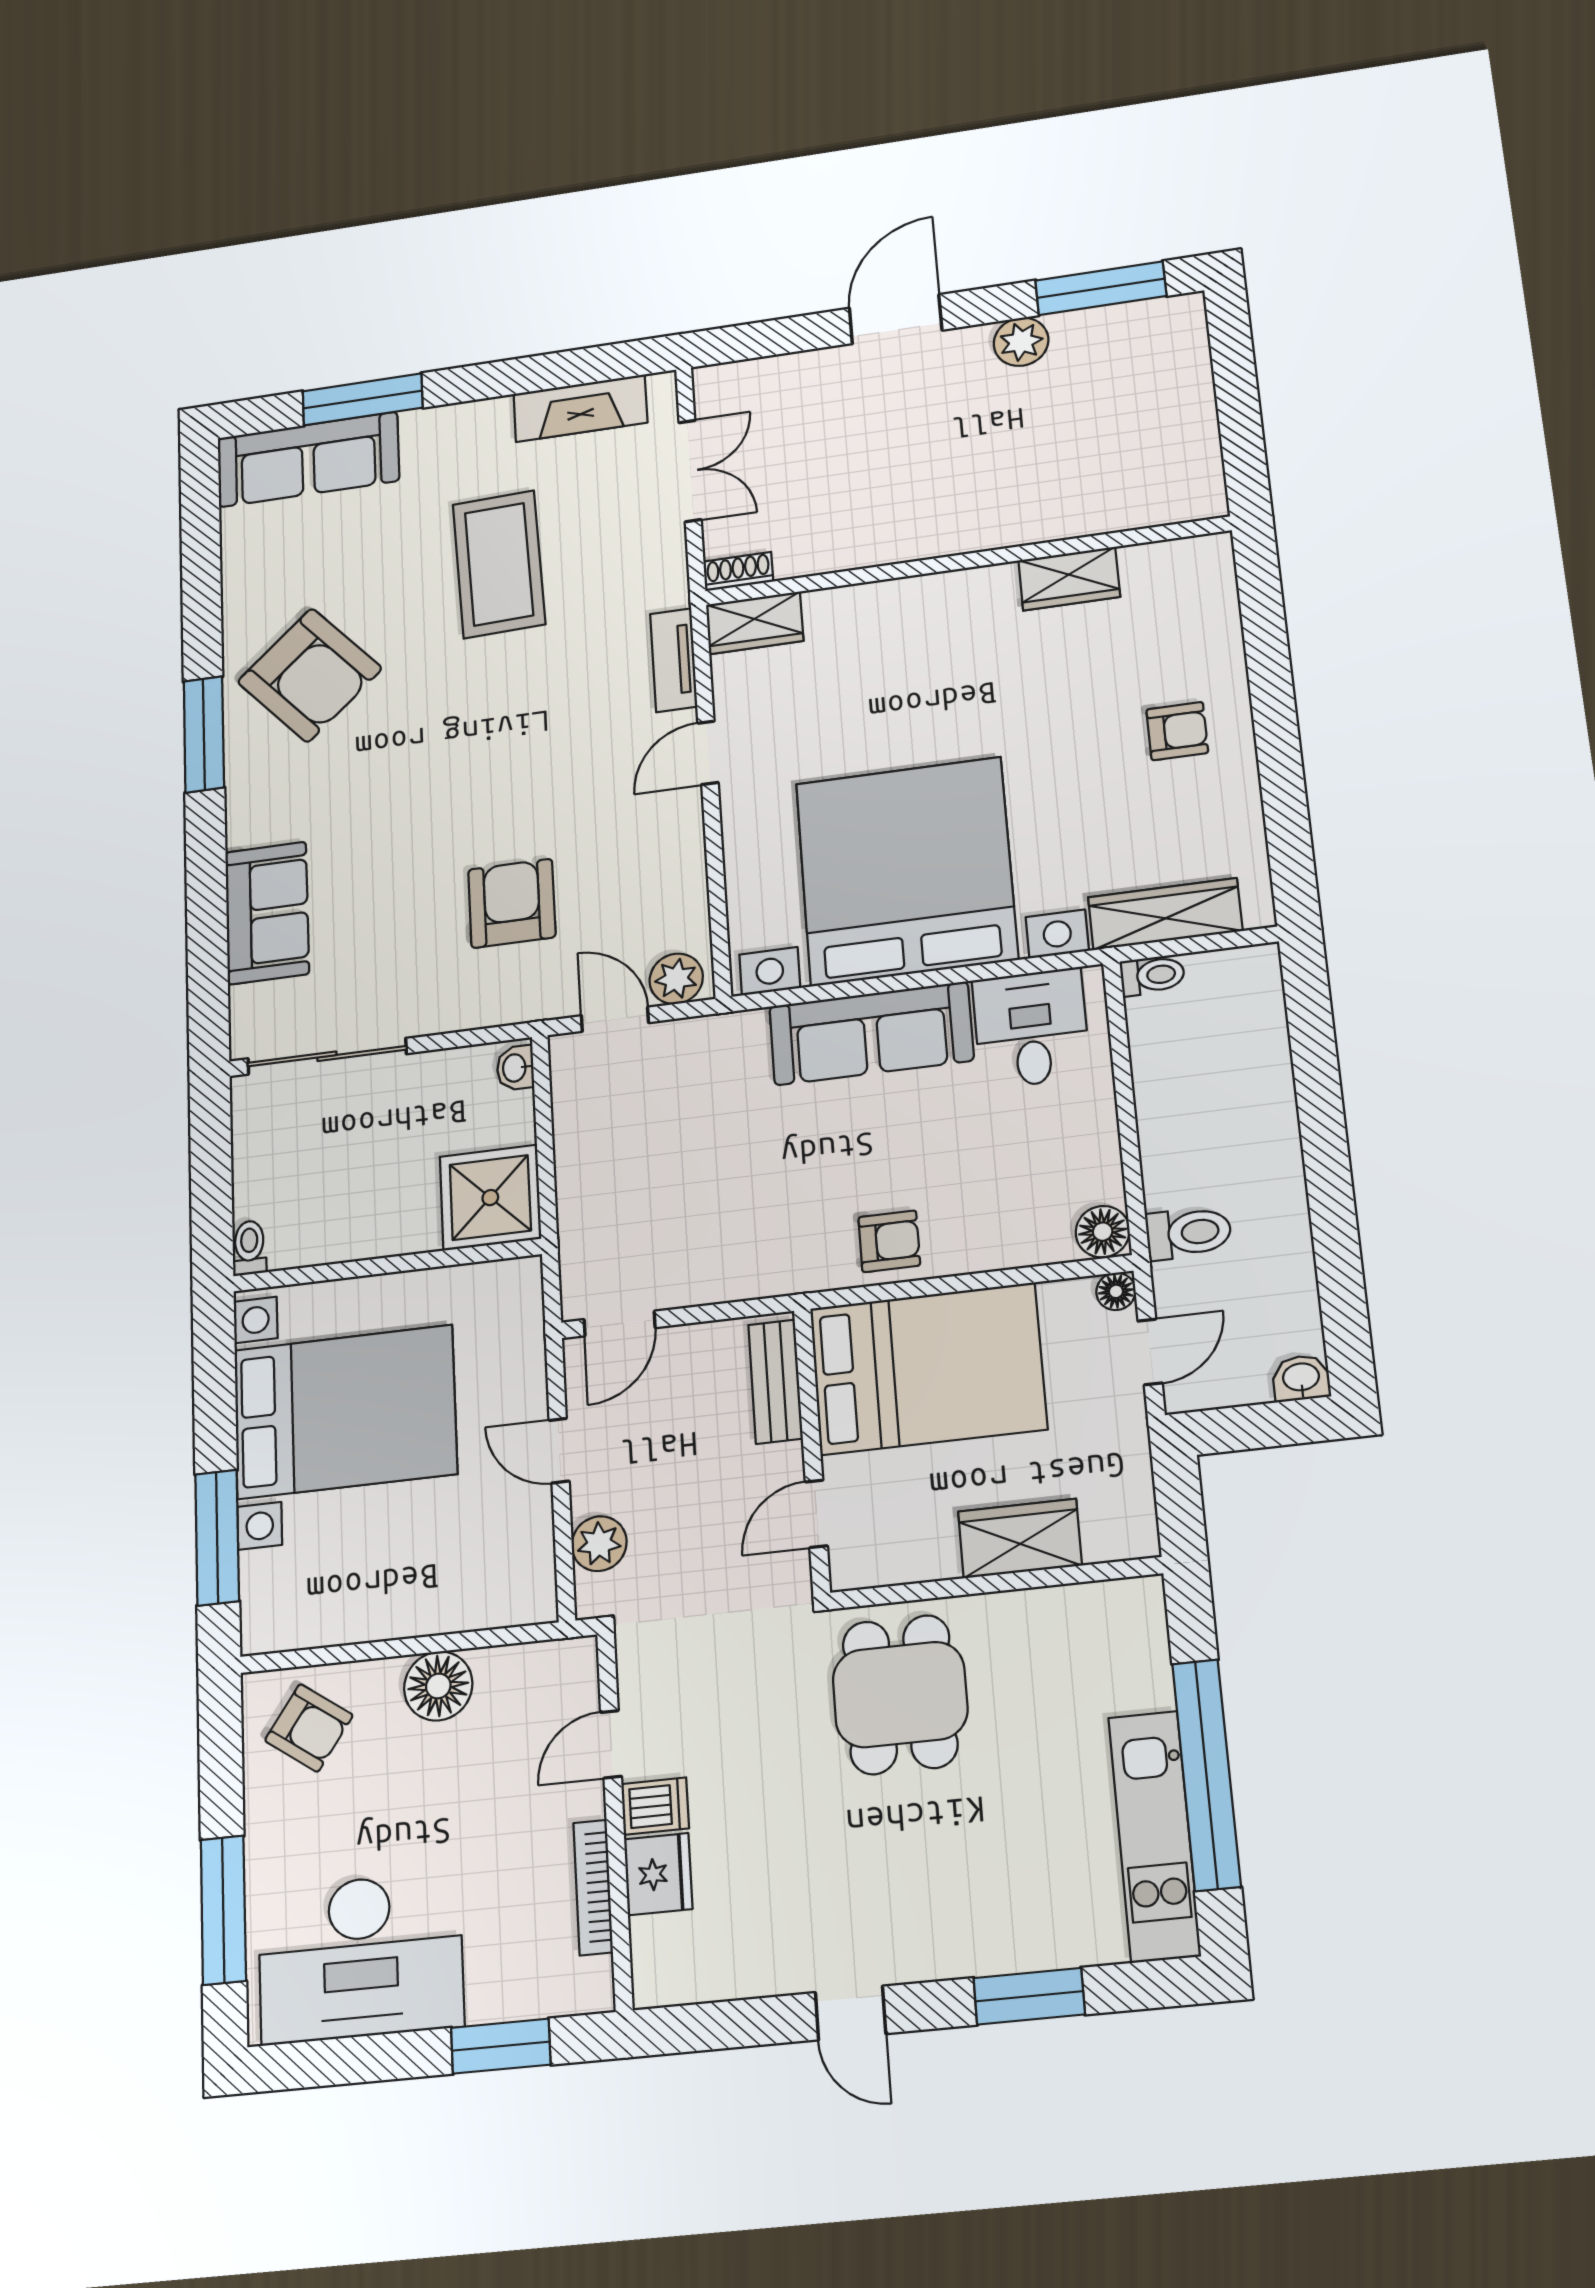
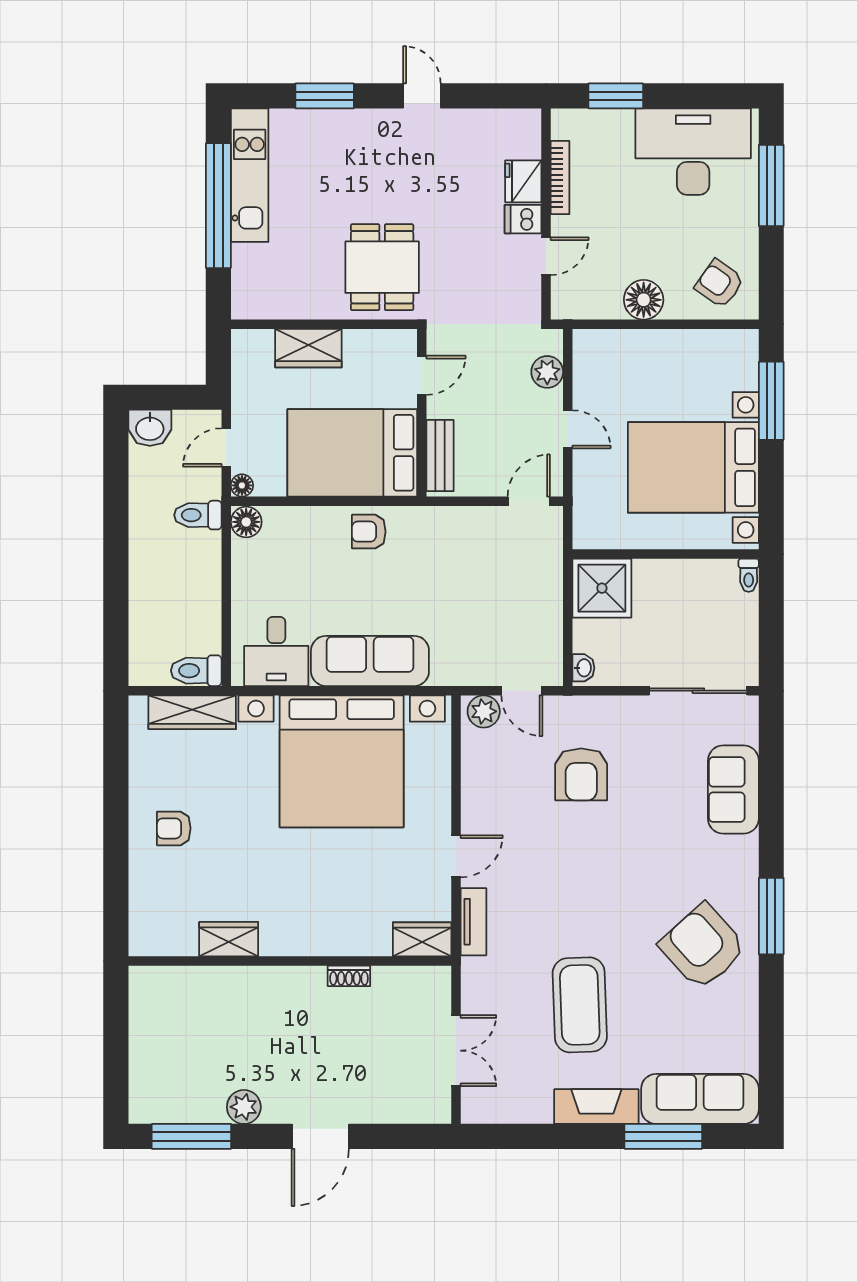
fireplace: (580, 408) -> (596, 1107), moved
double door: (690, 471) -> (456, 1051), swing flipped
shoe rack: (738, 572) -> (349, 976), moved
toilet: (1152, 975) -> (196, 671), width x1.37, depth x1.39
washbasin: (1301, 1378) -> (150, 428), width x1.38, depth x1.45

